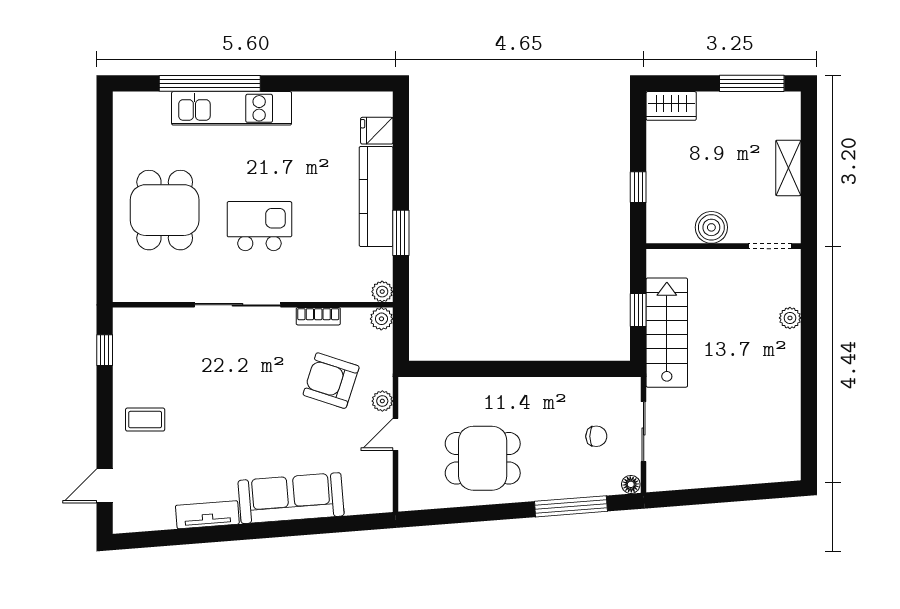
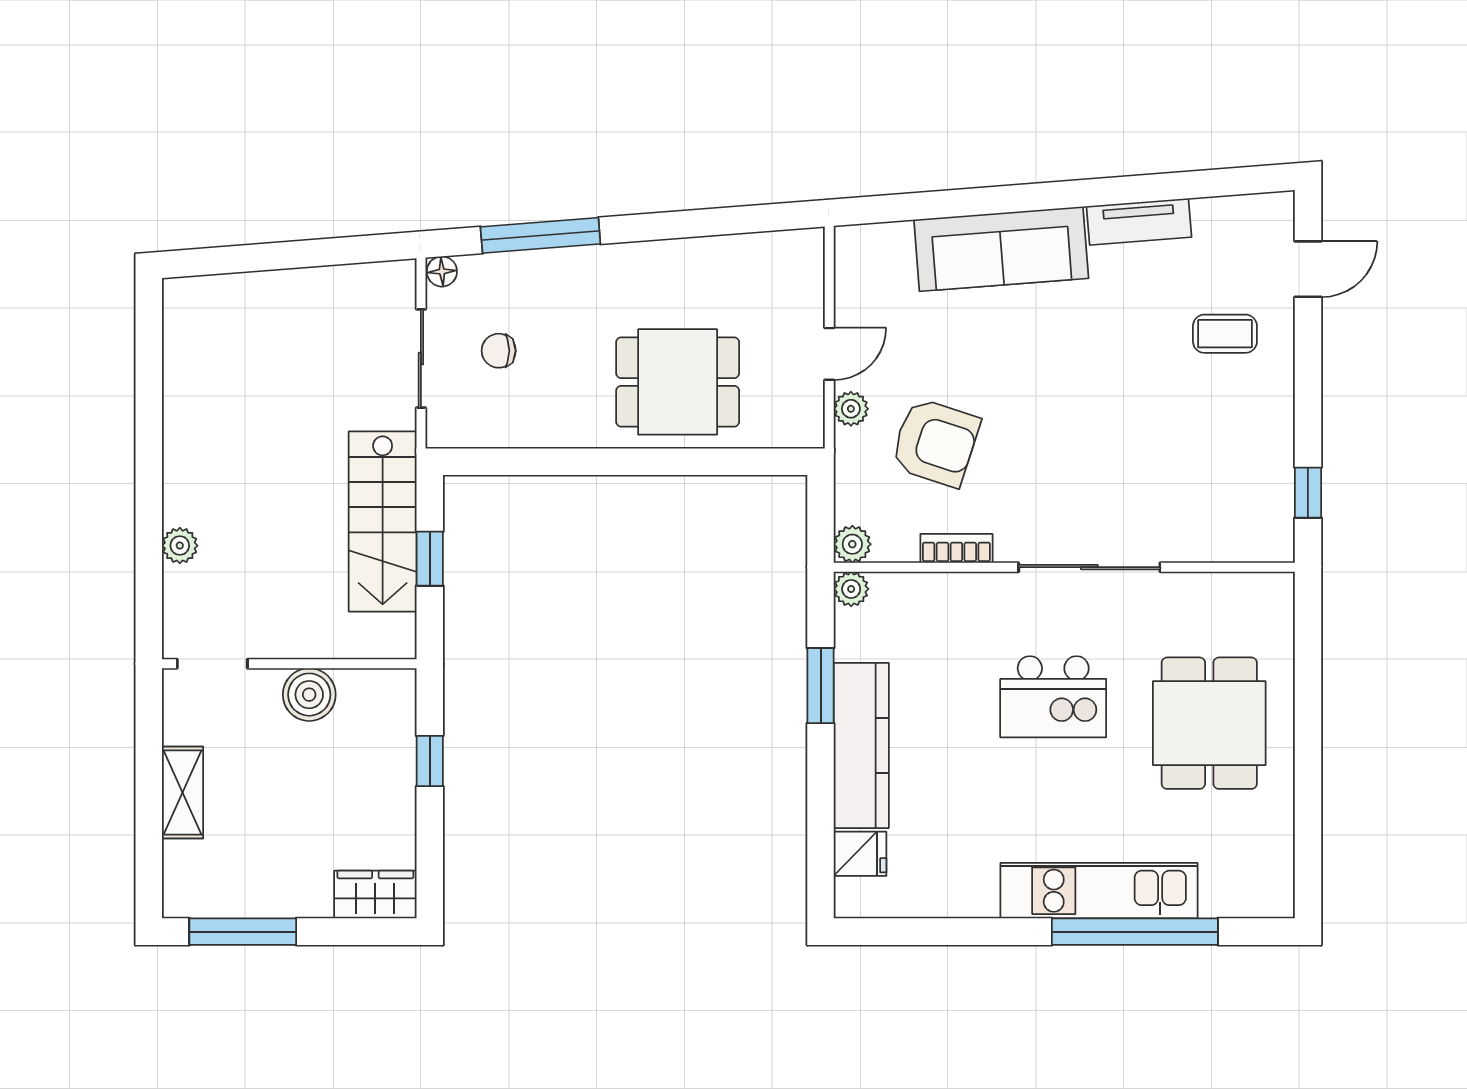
coffee table: (145, 420) -> (1225, 334), moved
dining table: (483, 458) -> (678, 382), moved

